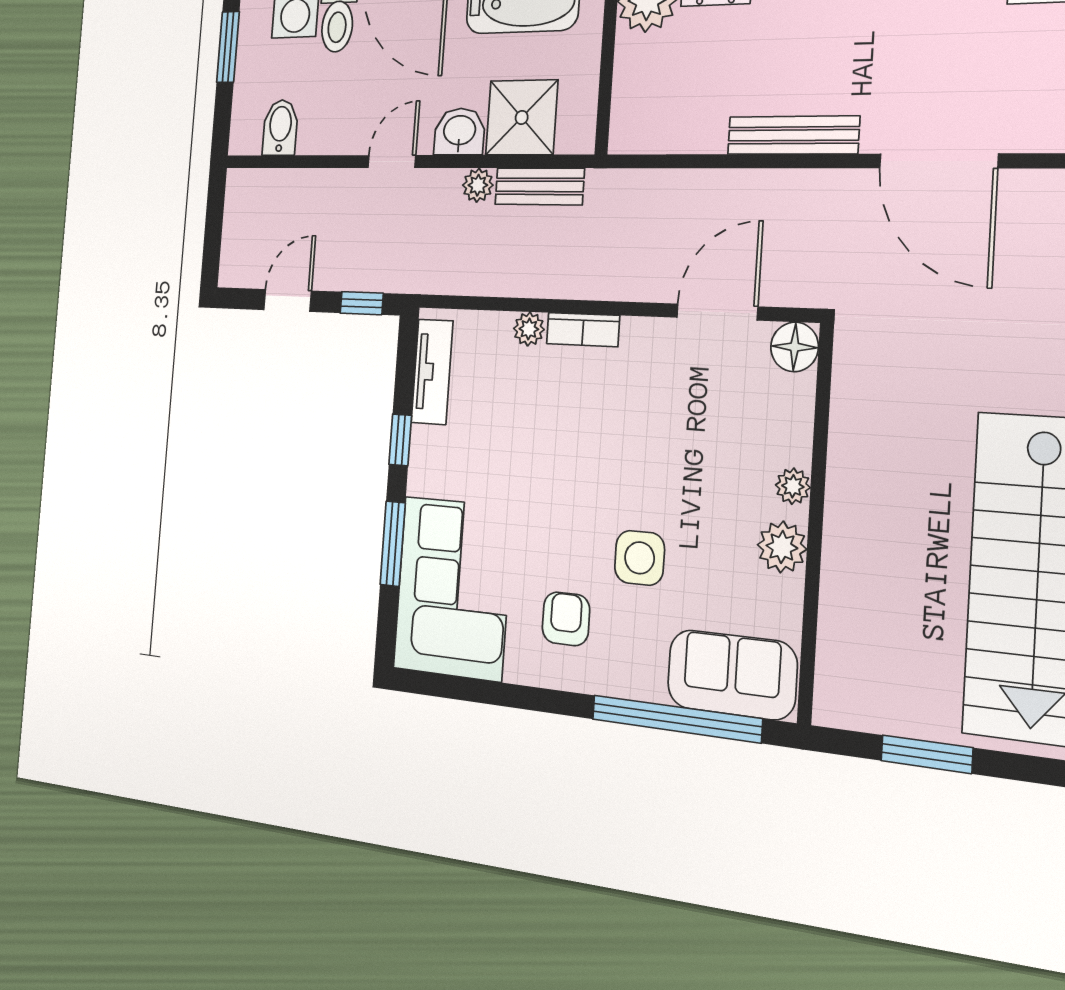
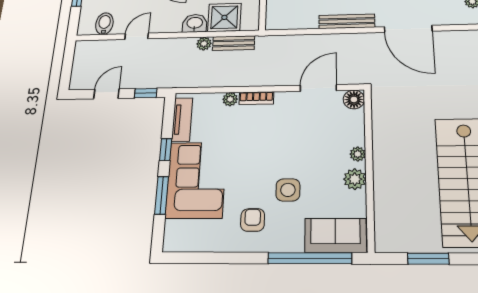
door: (392, 162) -> (137, 36), moved
corner sofa: (453, 588) -> (196, 180), moved

